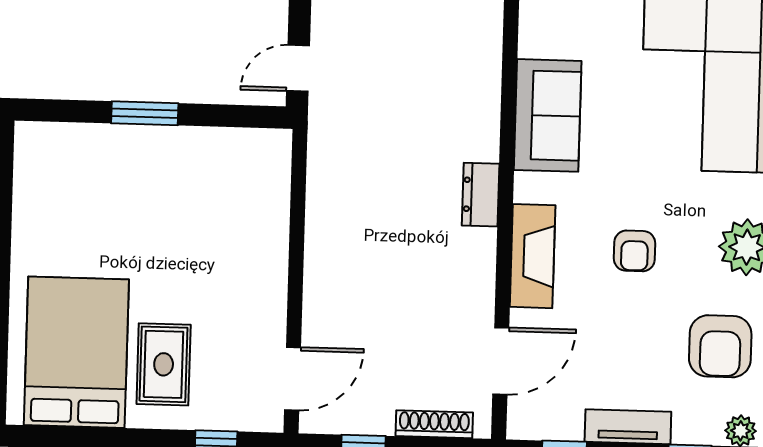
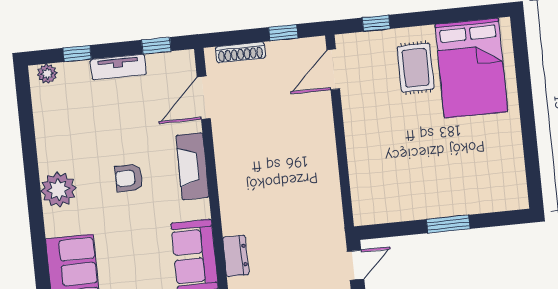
dresser: (481, 195) -> (236, 256), moved
armchair: (635, 251) -> (129, 178), turned -90
armchair: (720, 346) -> (67, 125), removed

